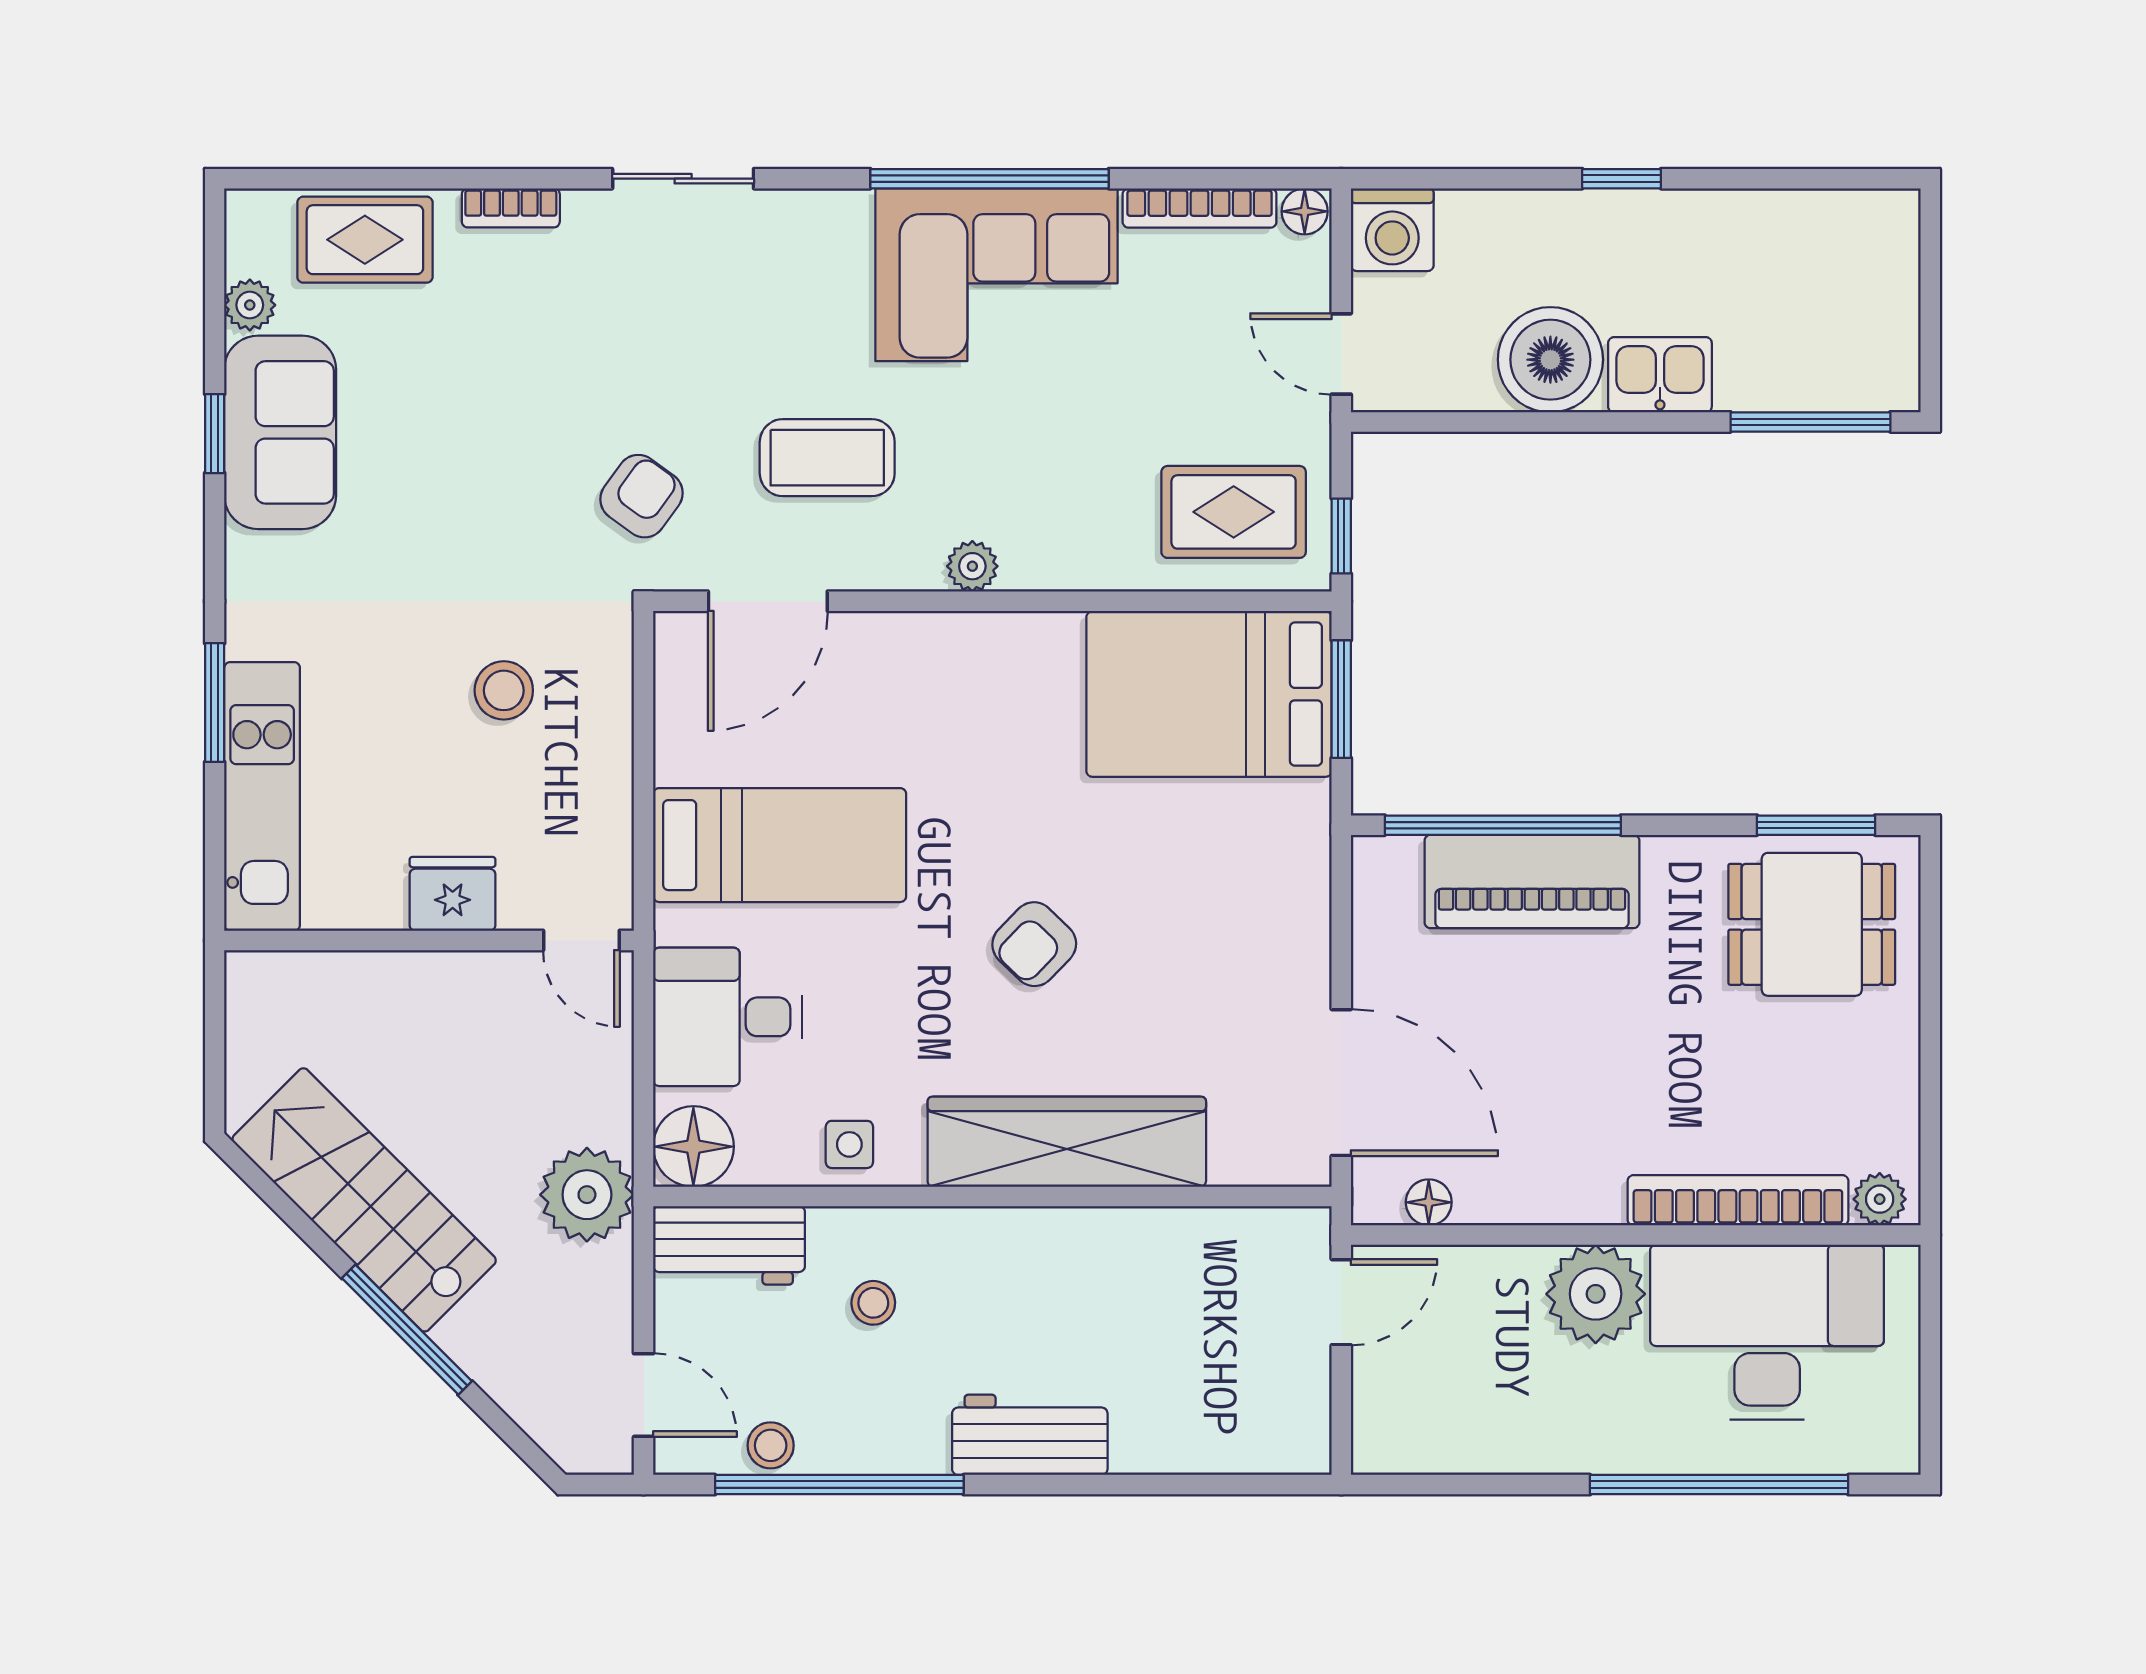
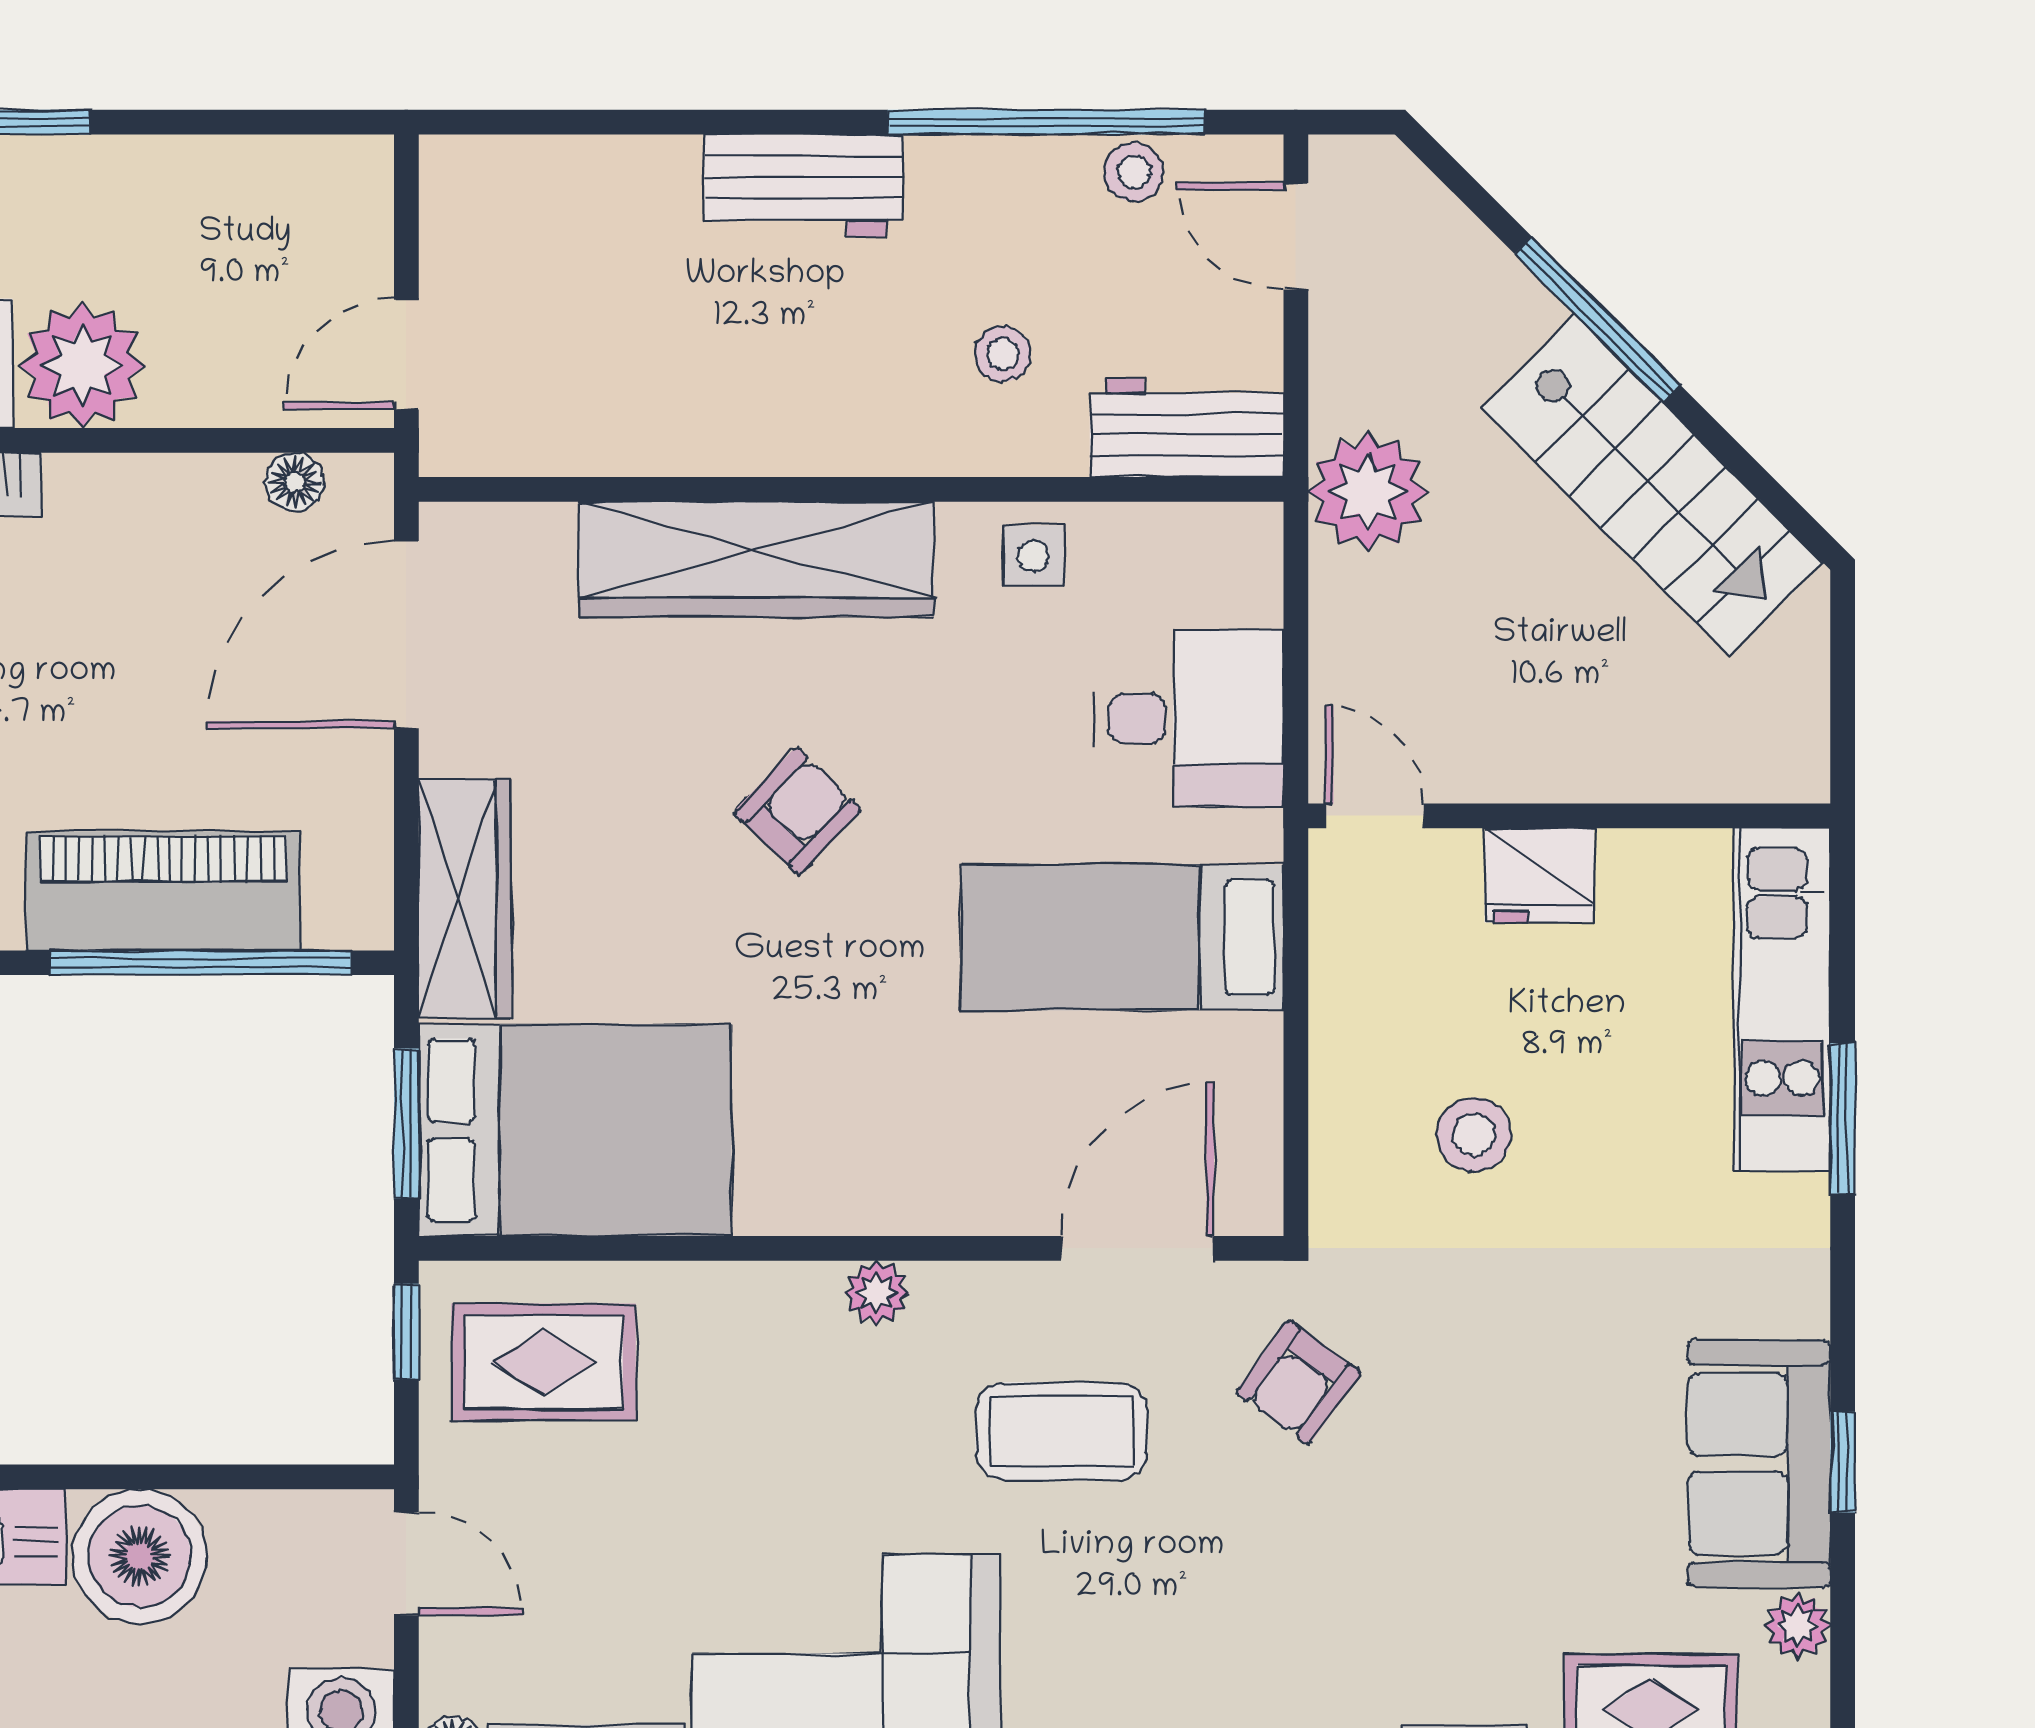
wardrobe: (1295, 875) -> (465, 899), added
door: (1341, 1083) -> (406, 635), hinge flipped
floor lamp: (693, 1147) -> (1232, 553), removed

